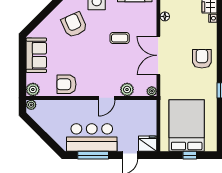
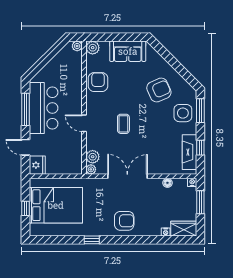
coffee table: (120, 38) -> (123, 124), moved
plant: (127, 90) -> (93, 157), moved

